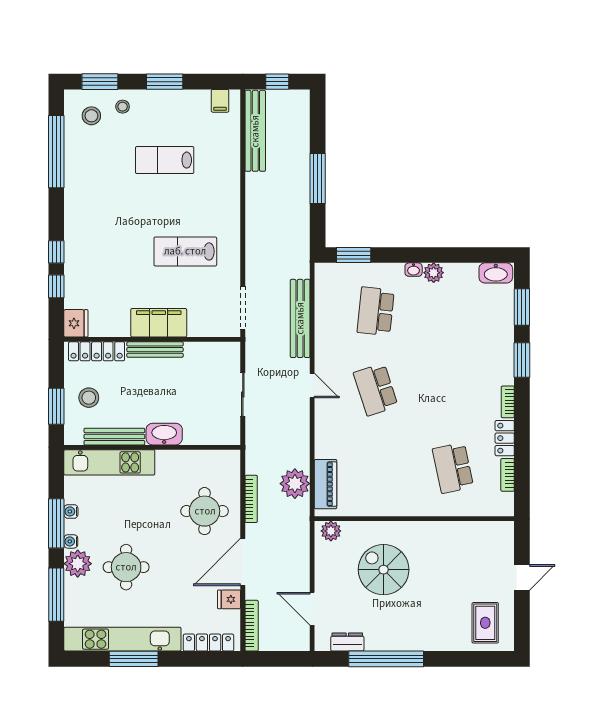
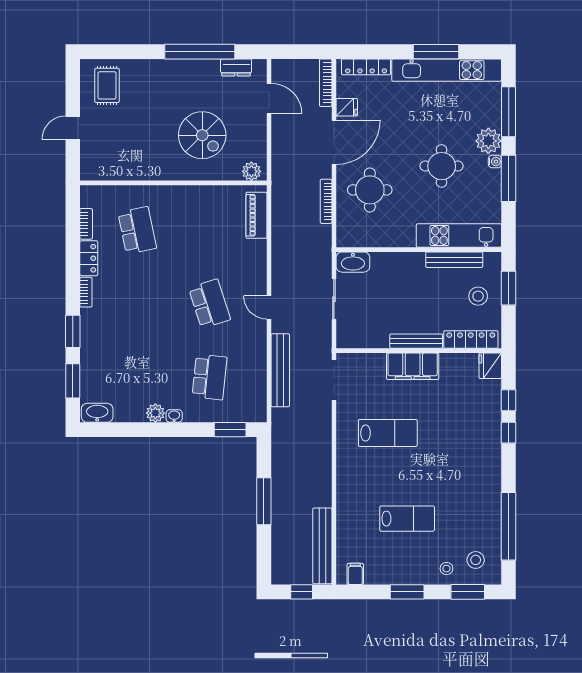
washbasin: (164, 434) -> (353, 262), moved
plant: (295, 484) -> (285, 216), removed
water cooler: (71, 511) -> (495, 190), removed
round table: (126, 567) -> (442, 166), moved

